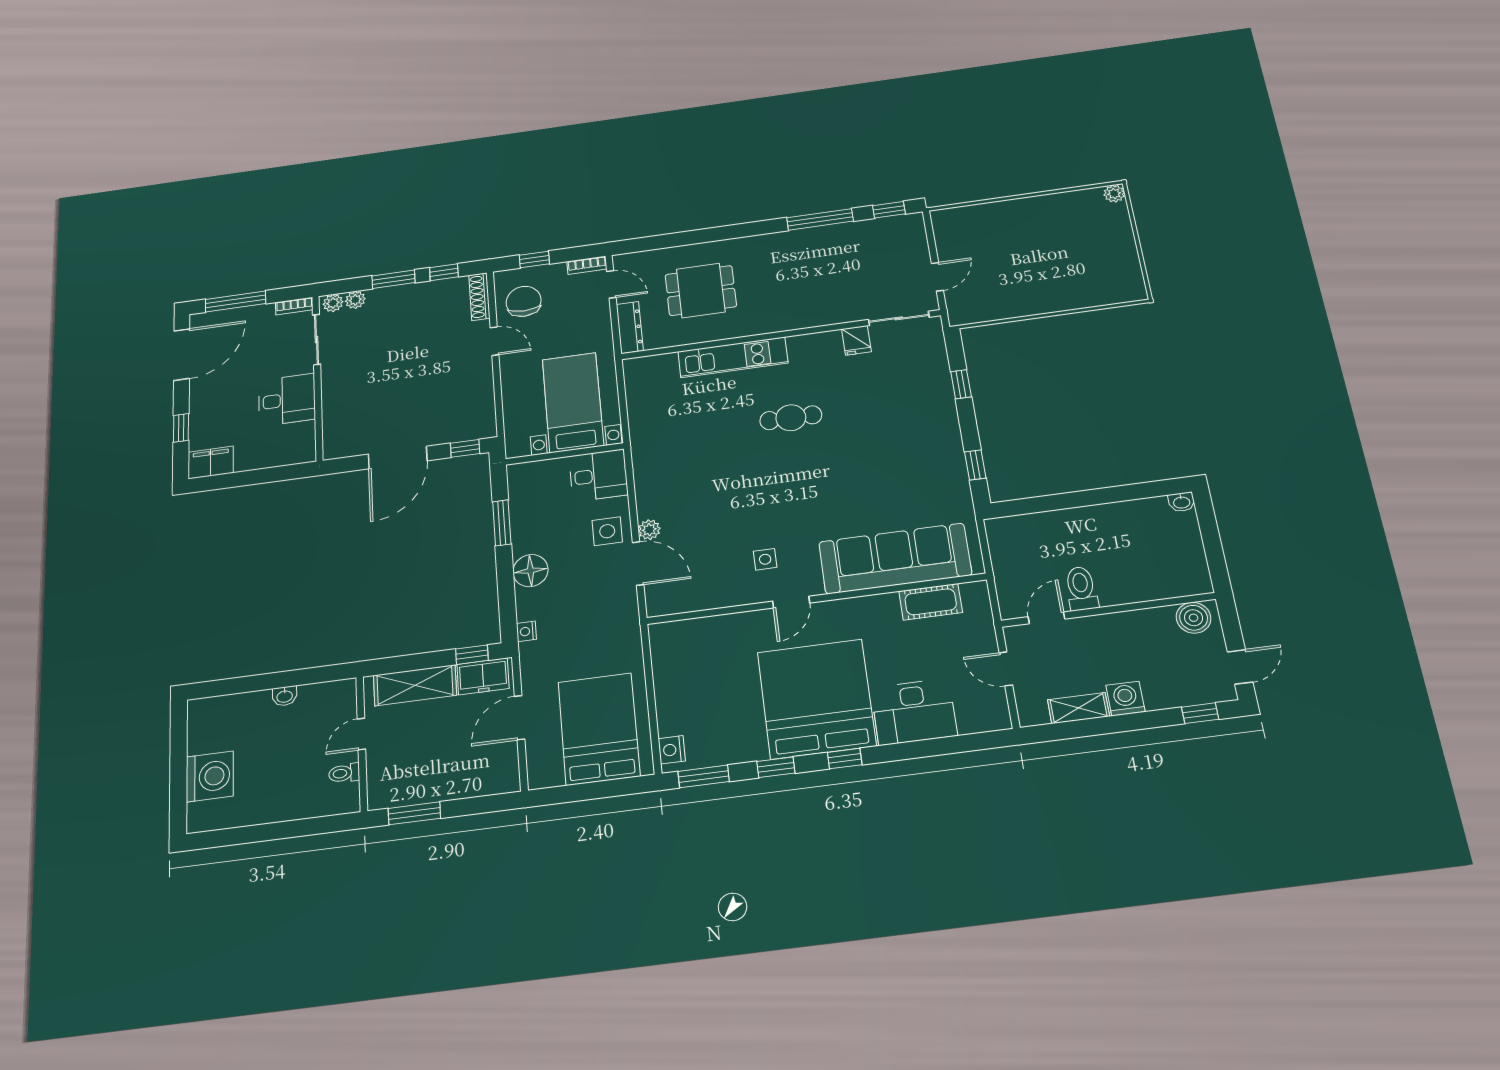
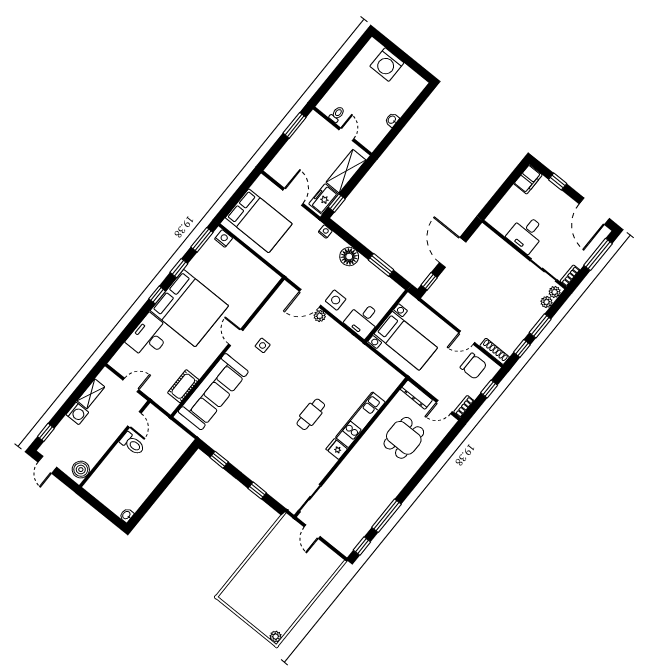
fridge: (856, 340) -> (337, 449), moved

